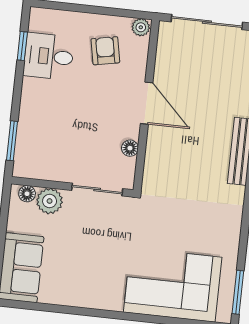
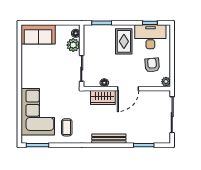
armchair: (105, 51) -> (152, 65), turned -84
desk: (49, 56) -> (150, 37), width x1.37
rug: (53, 101) -> (124, 41), added
wardrobe: (159, 154) -> (103, 98), added
coffee table: (209, 231) -> (67, 127), added

